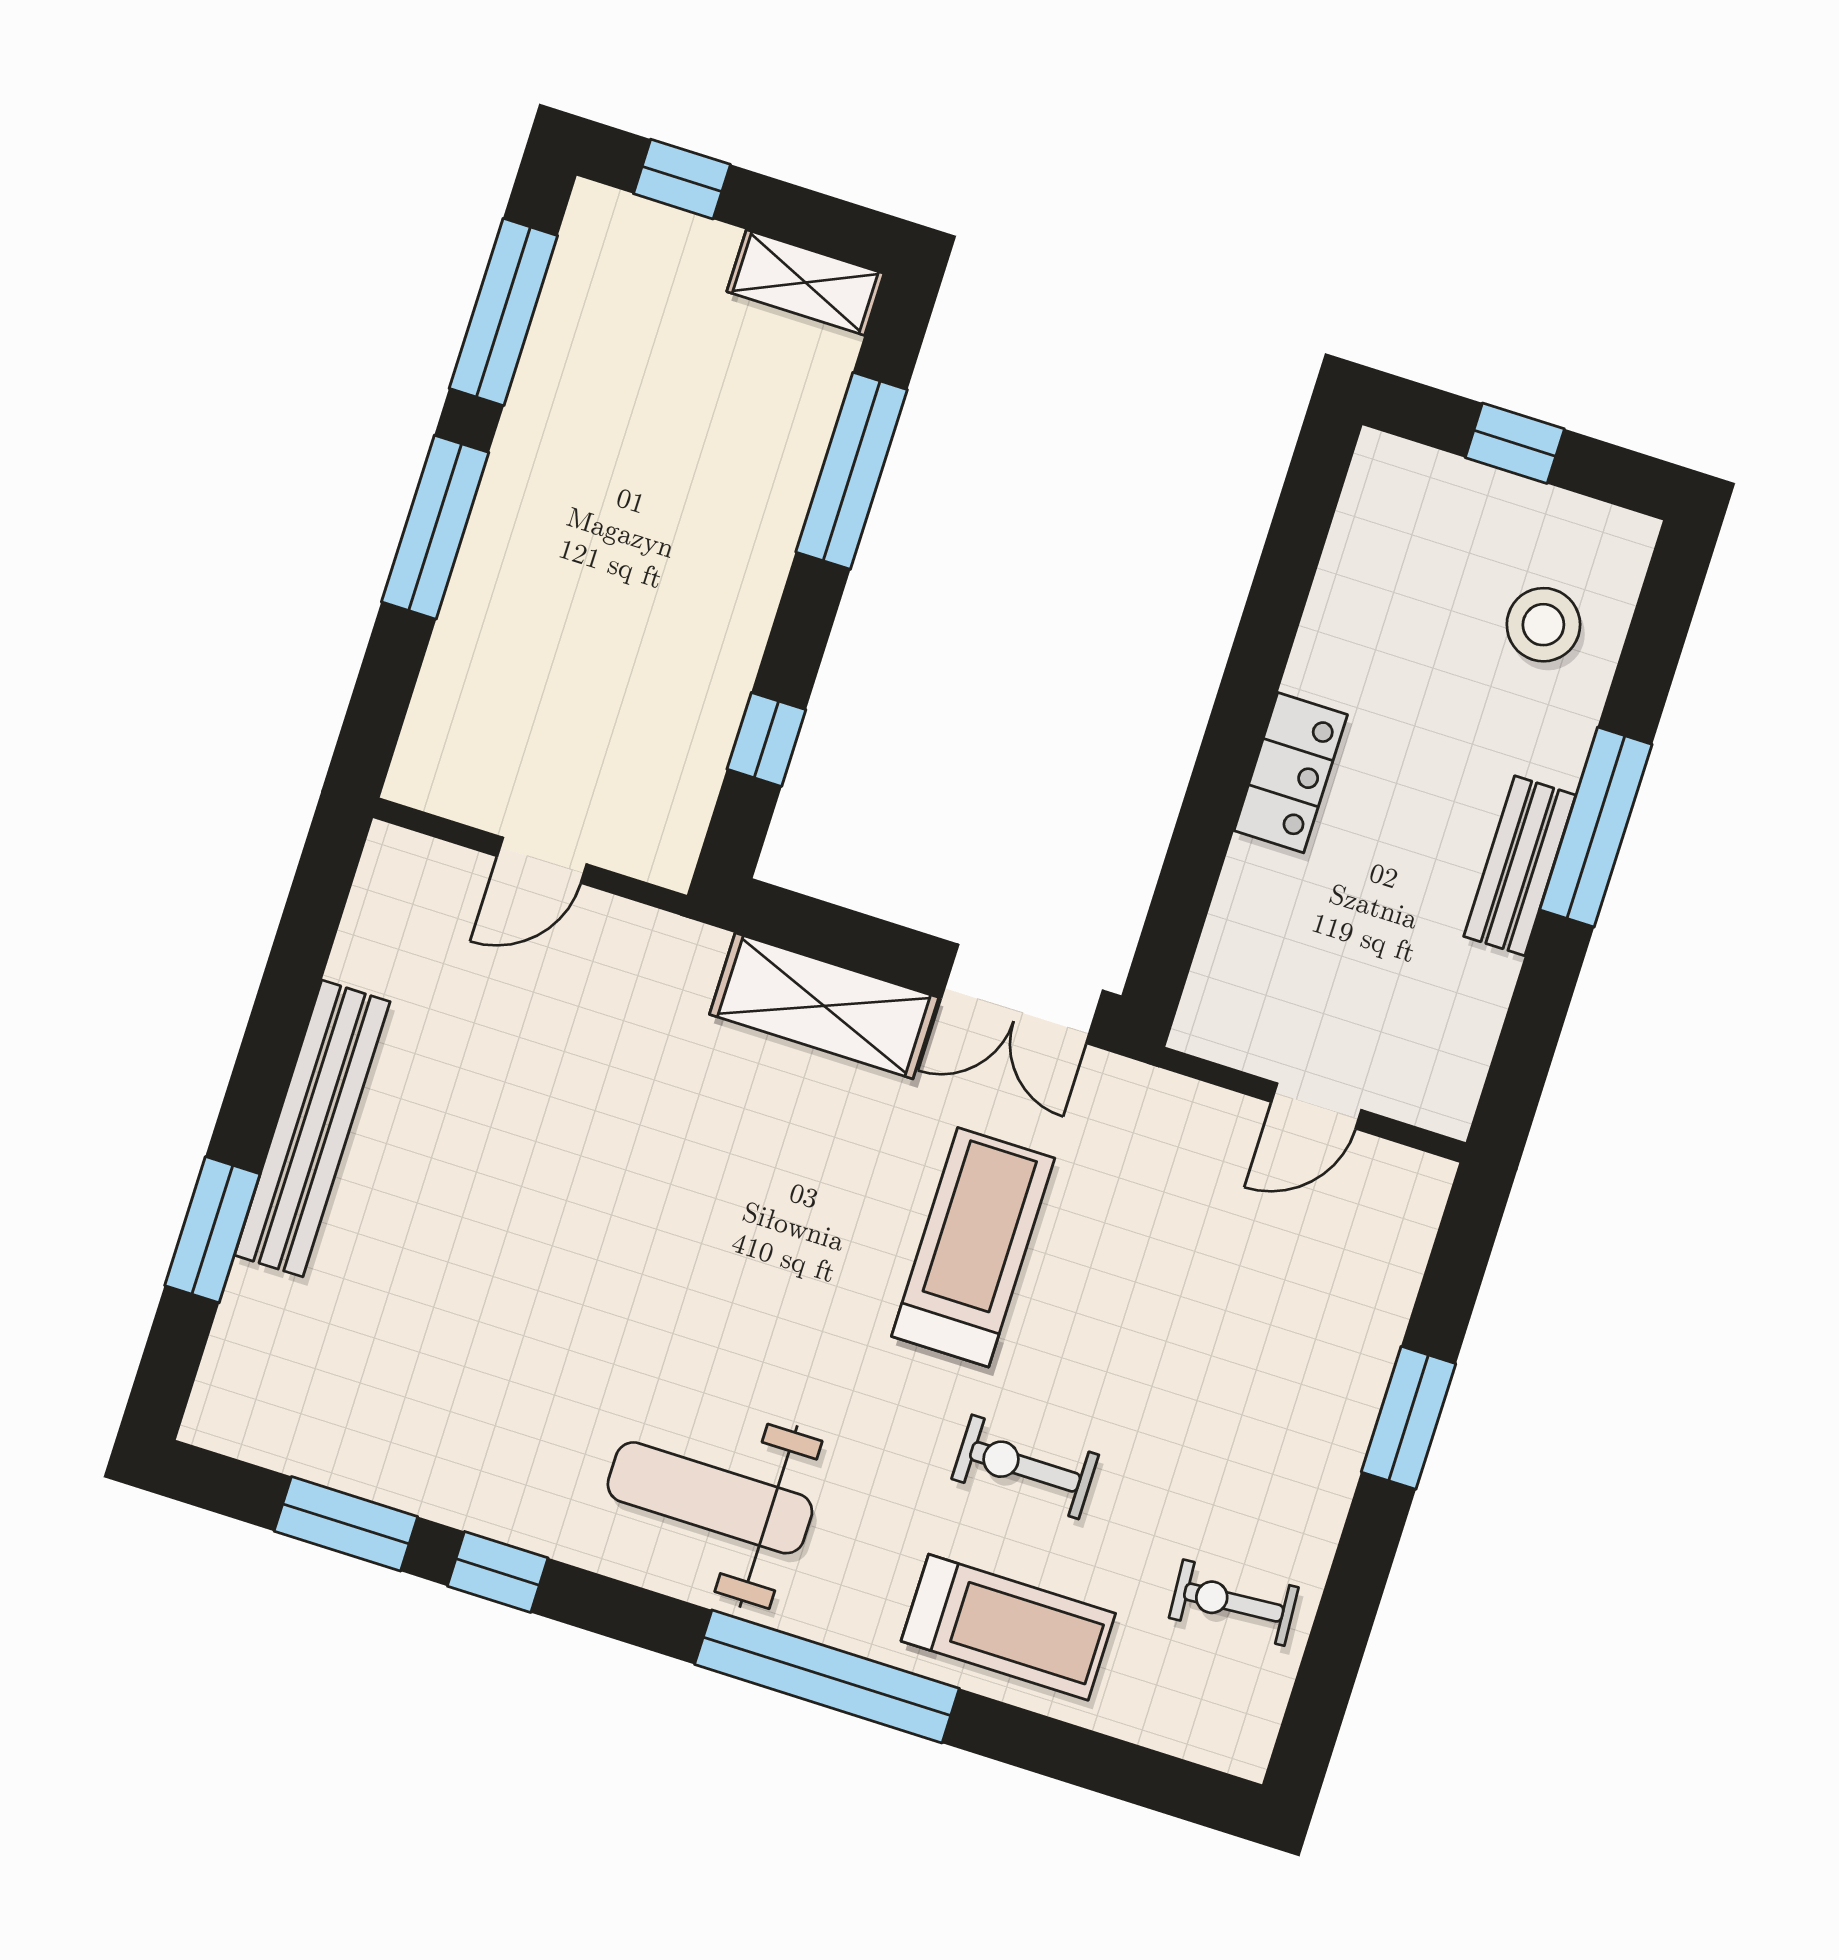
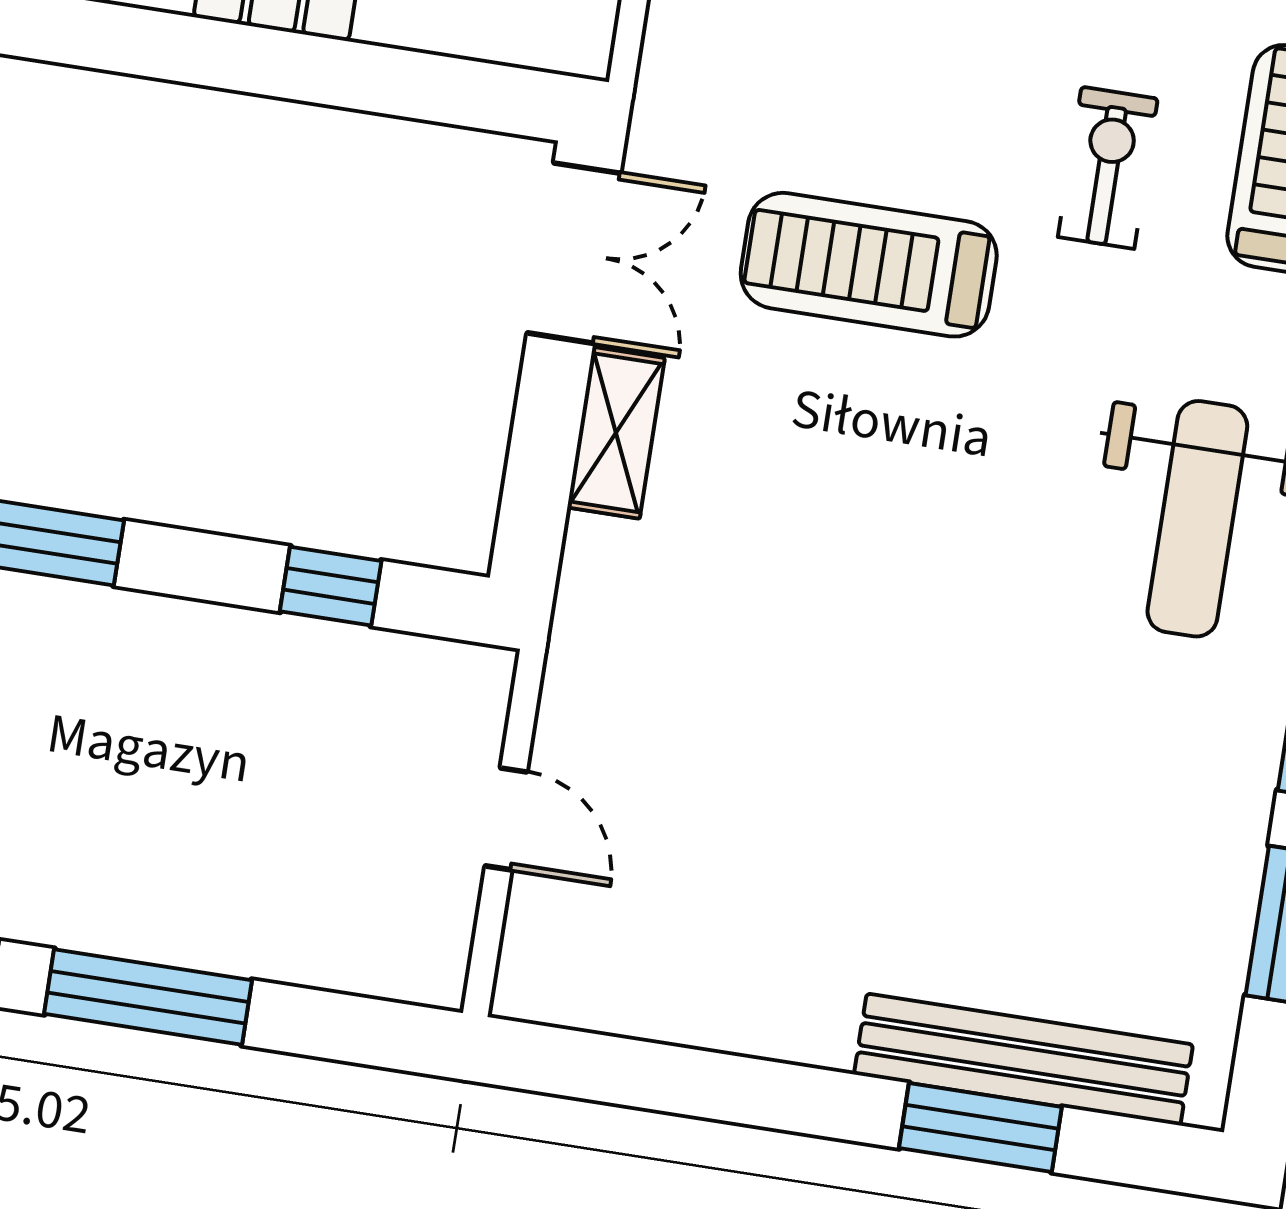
shelving: (824, 1006) -> (616, 433), width x0.67, depth x0.75
bench: (312, 1128) -> (1023, 1059), moved
exercise bike: (1025, 1467) -> (1108, 168), turned 180

